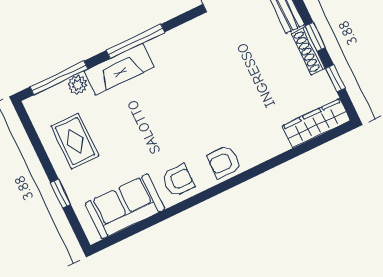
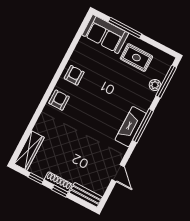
fireplace: (119, 69) -> (131, 127), moved
armchair: (178, 180) -> (74, 75), turned 180
window: (61, 194) -> (125, 28), width x2.17
sofa: (125, 206) -> (105, 34), moved, turned 90

